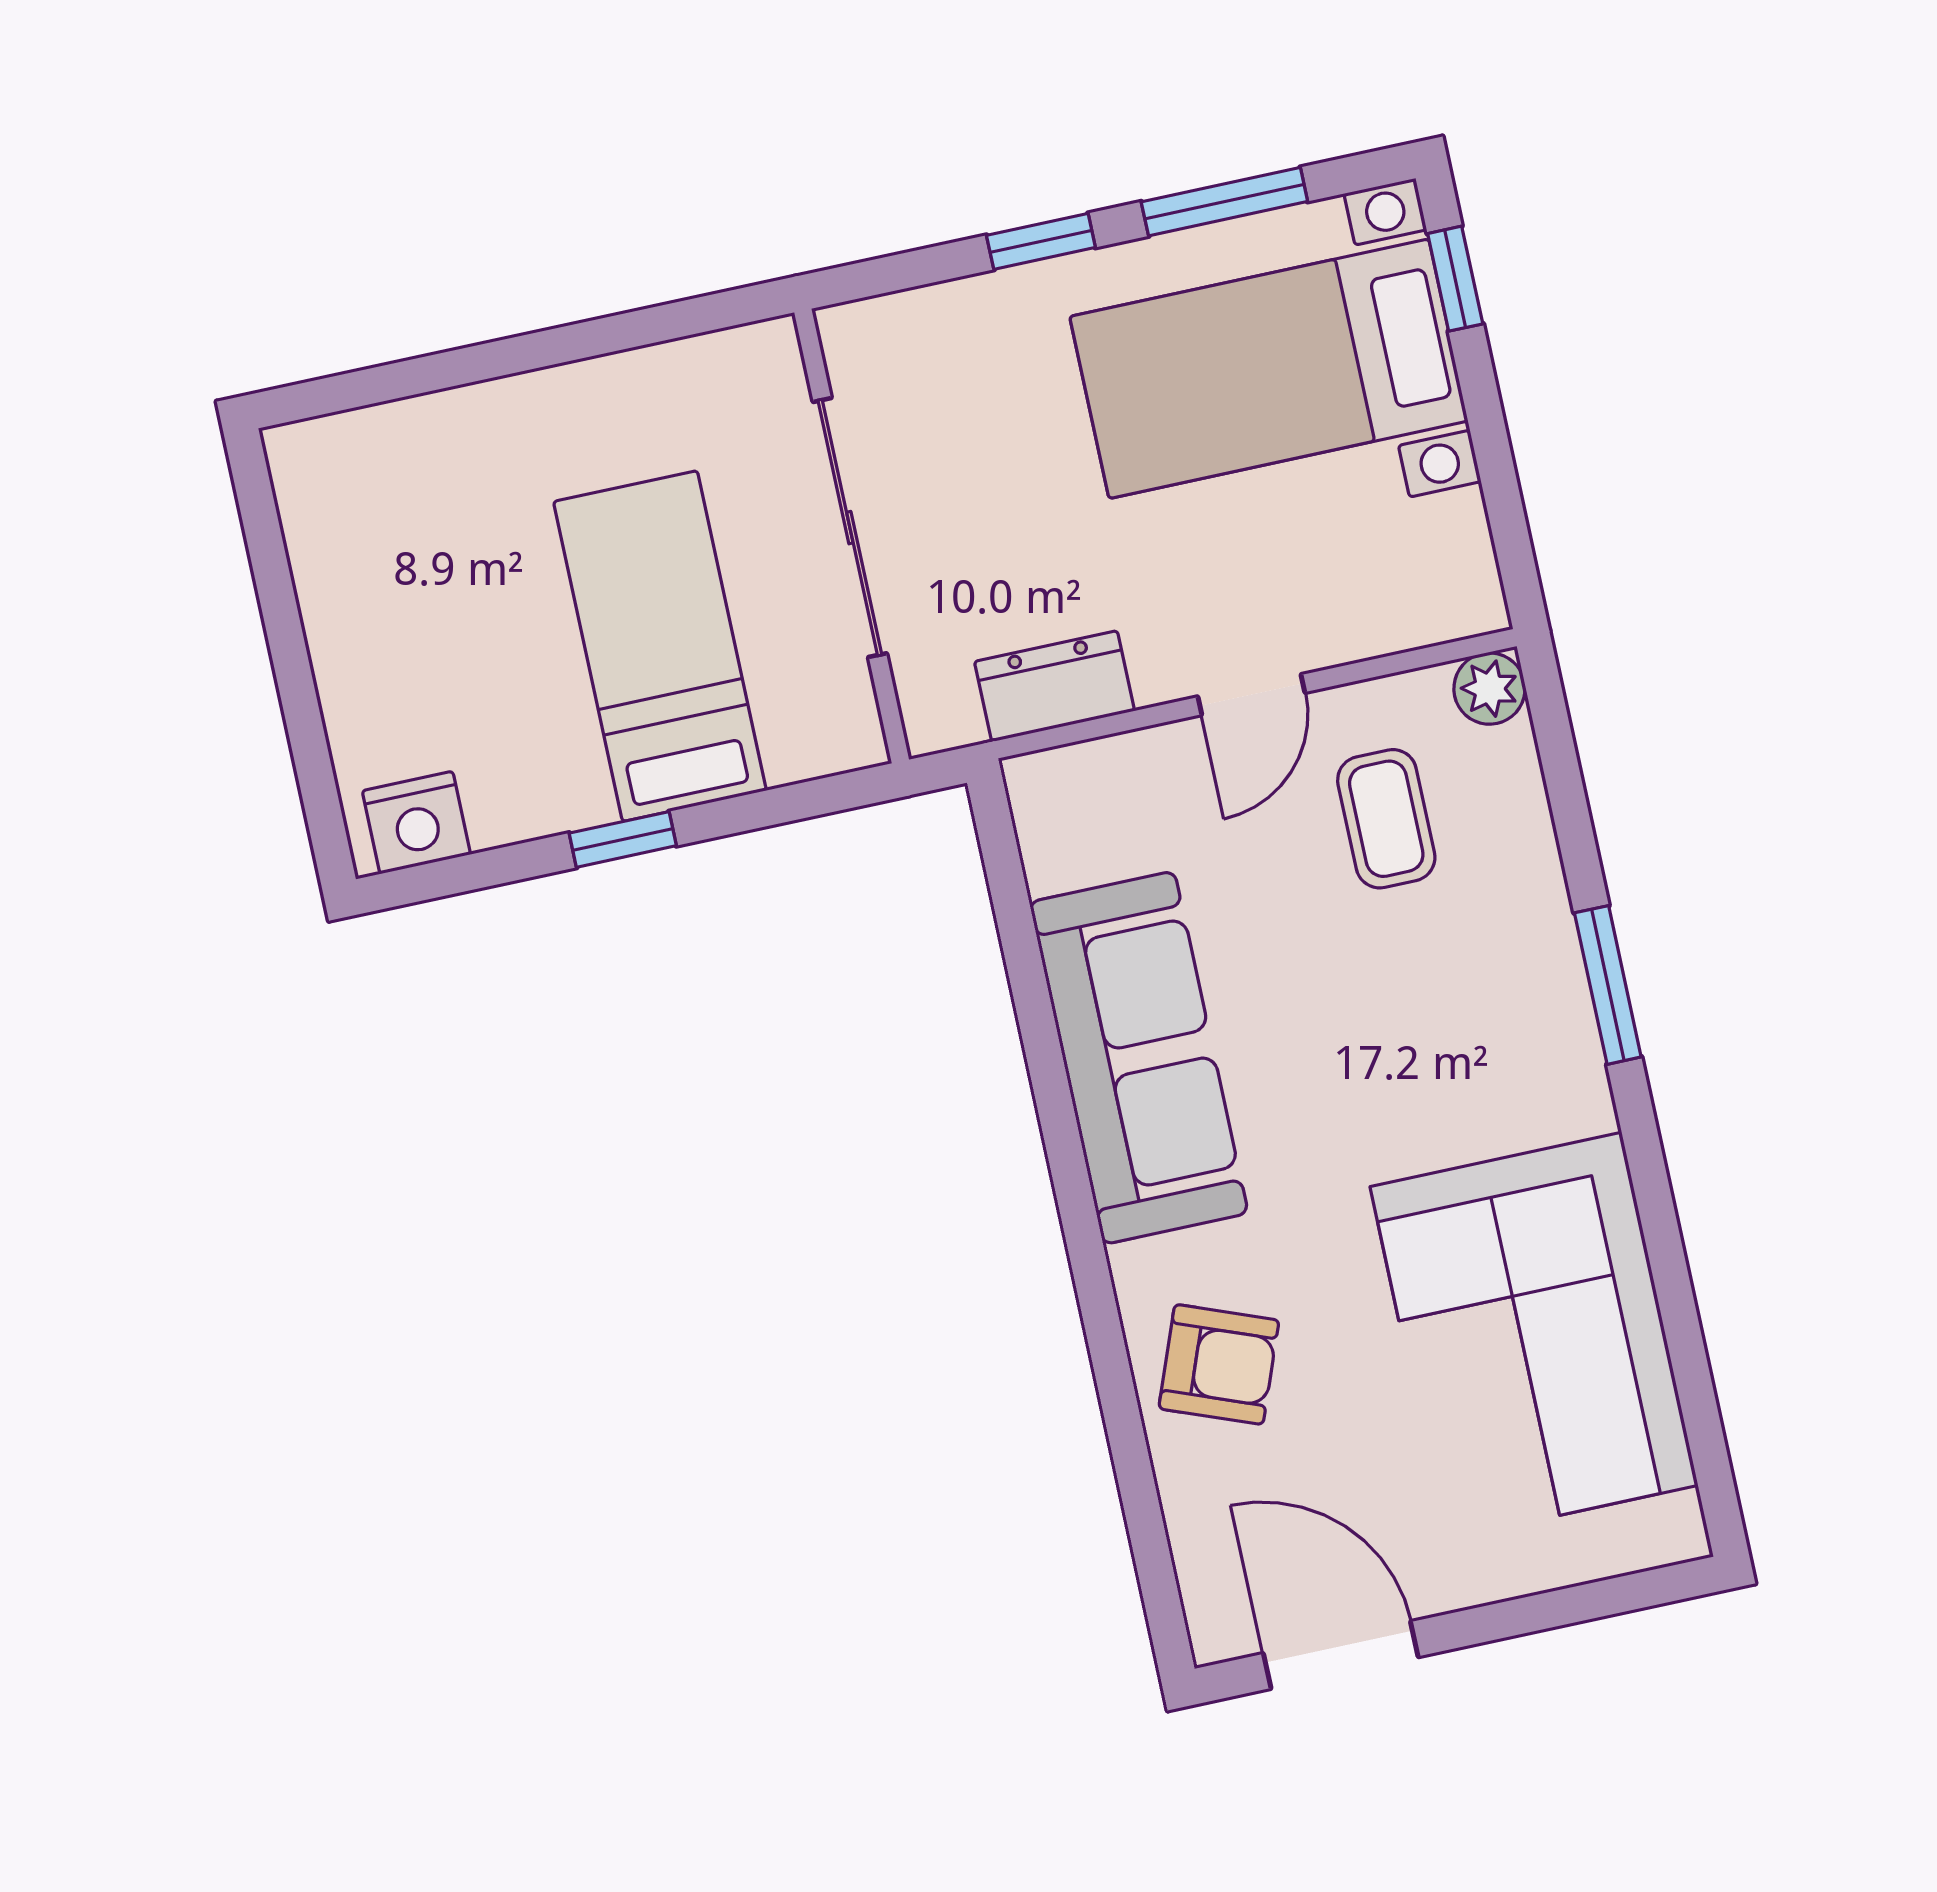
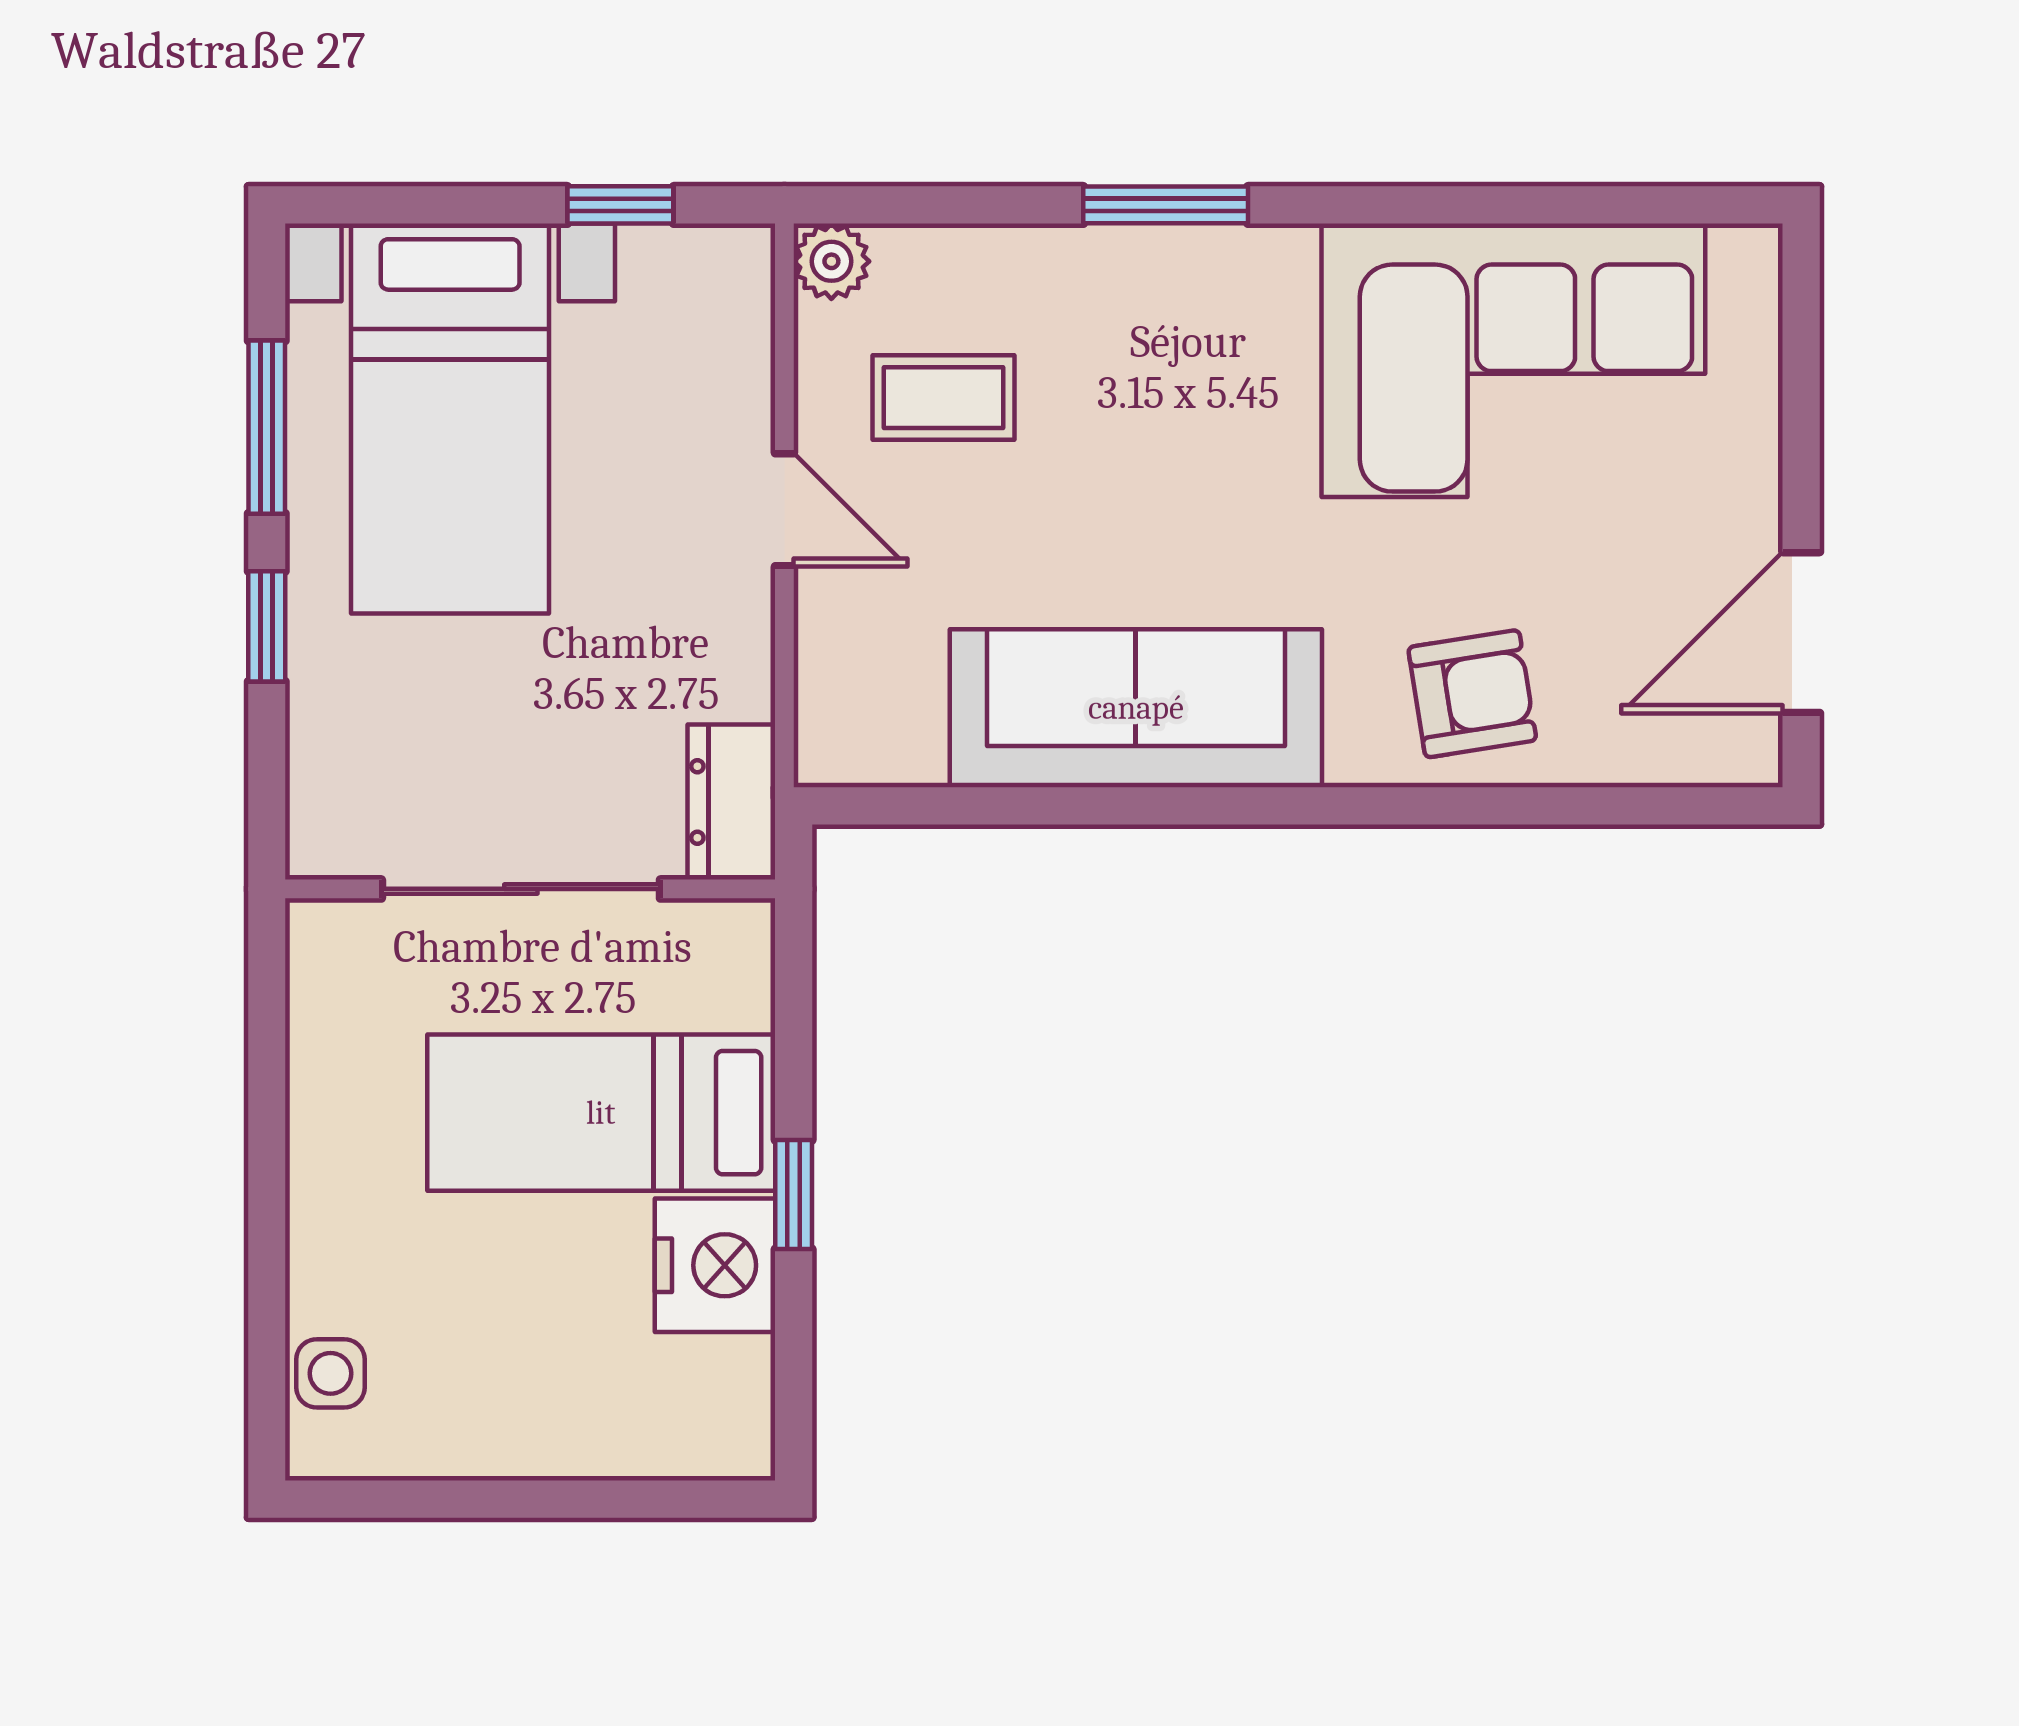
window: (1455, 279) -> (620, 205), moved
side table: (366, 449) -> (331, 1373), added
dresser: (1054, 686) -> (731, 802), moved
nightstand: (416, 823) -> (715, 1265), moved, width x1.36, depth x1.33
armchair: (1219, 1364) -> (1472, 694), turned 60

